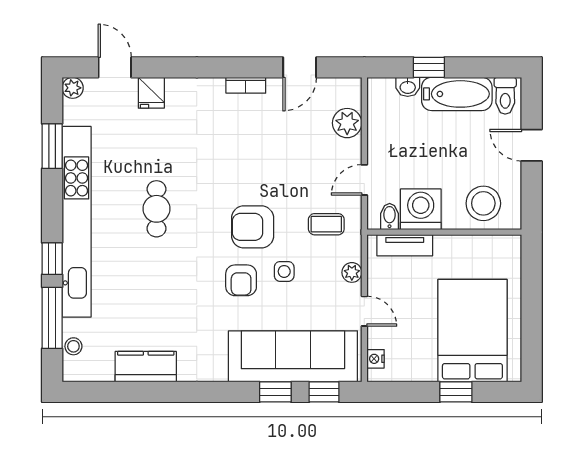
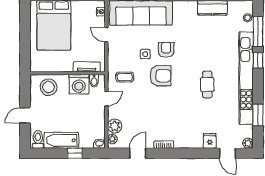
washbasin: (408, 87) -> (99, 144), moved
door: (532, 145) -> (25, 115), swing flipped
plant: (352, 272) -> (112, 139), moved

